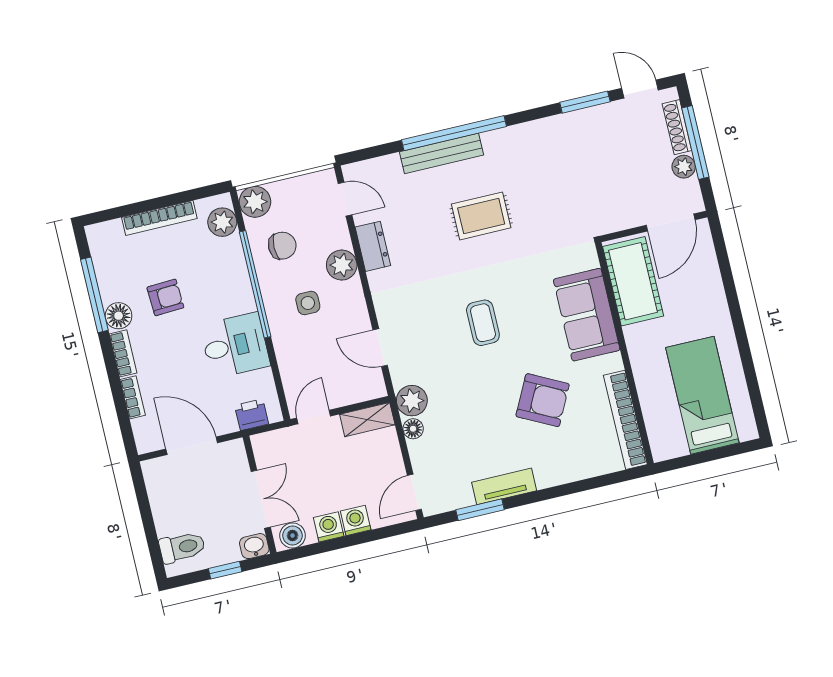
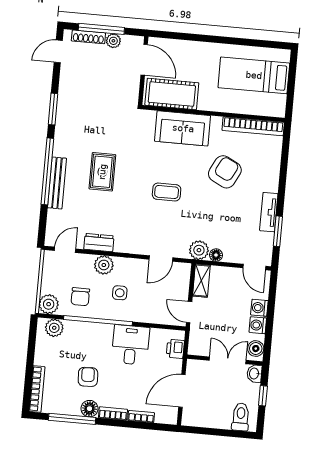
window: (585, 102) -> (53, 109), moved
bookcase: (159, 218) -> (37, 389), moved
chair: (282, 246) -> (80, 297), turned 180

